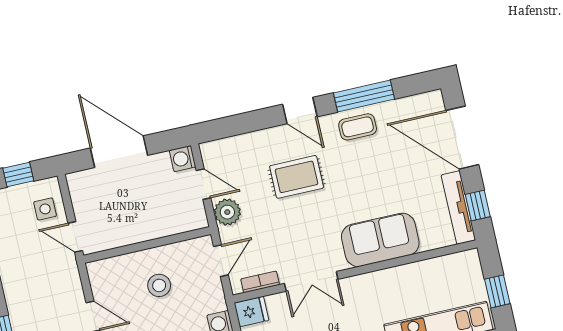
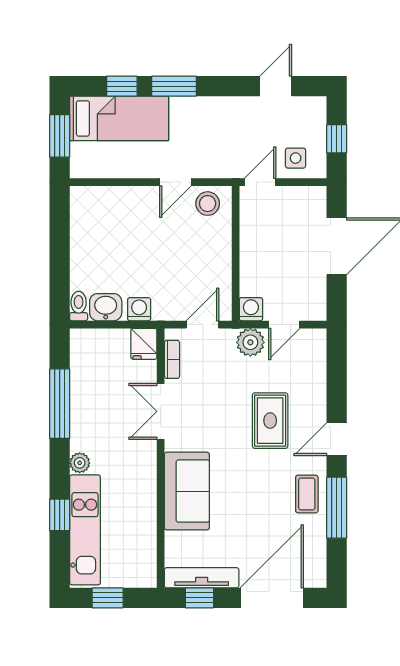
washing machine: (183, 159) -> (251, 309), moved
door: (221, 261) -> (203, 325), swing flipped
stool: (159, 285) -> (208, 204), moved

